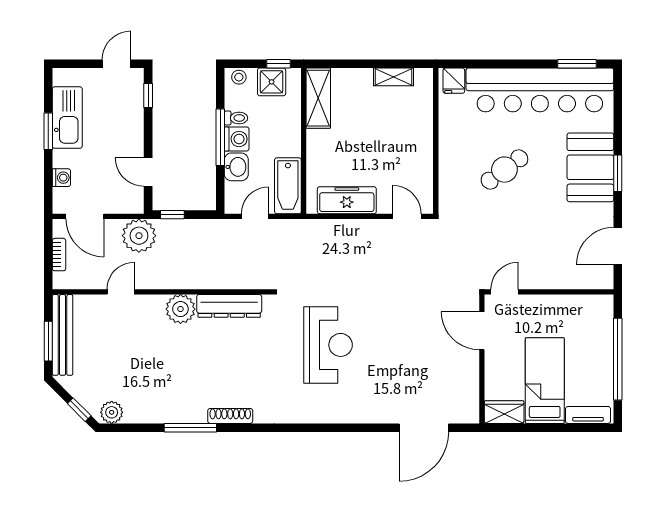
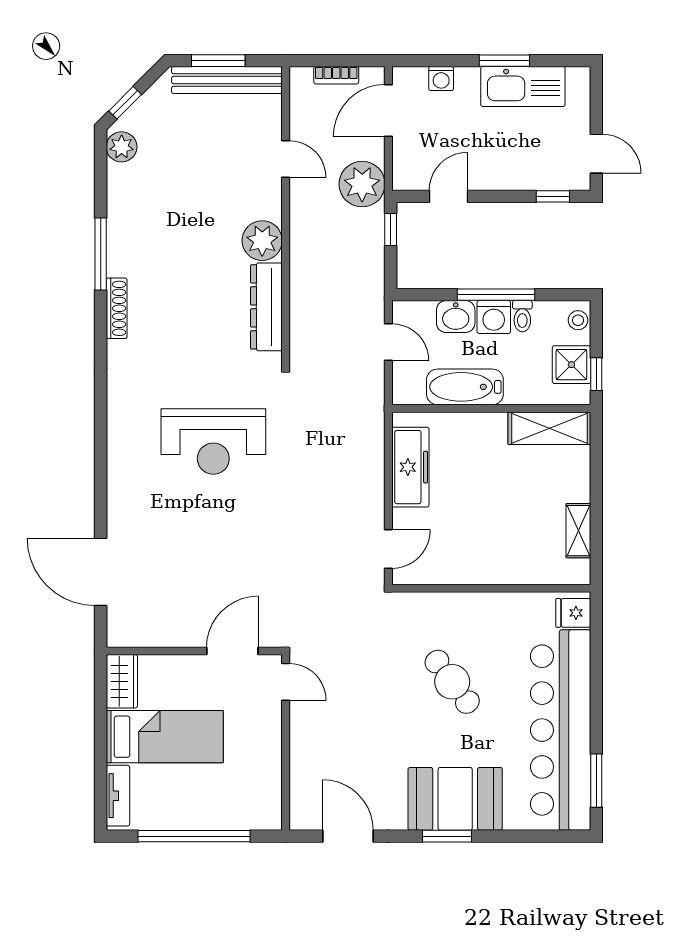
bathtub: (288, 186) -> (465, 387), moved

